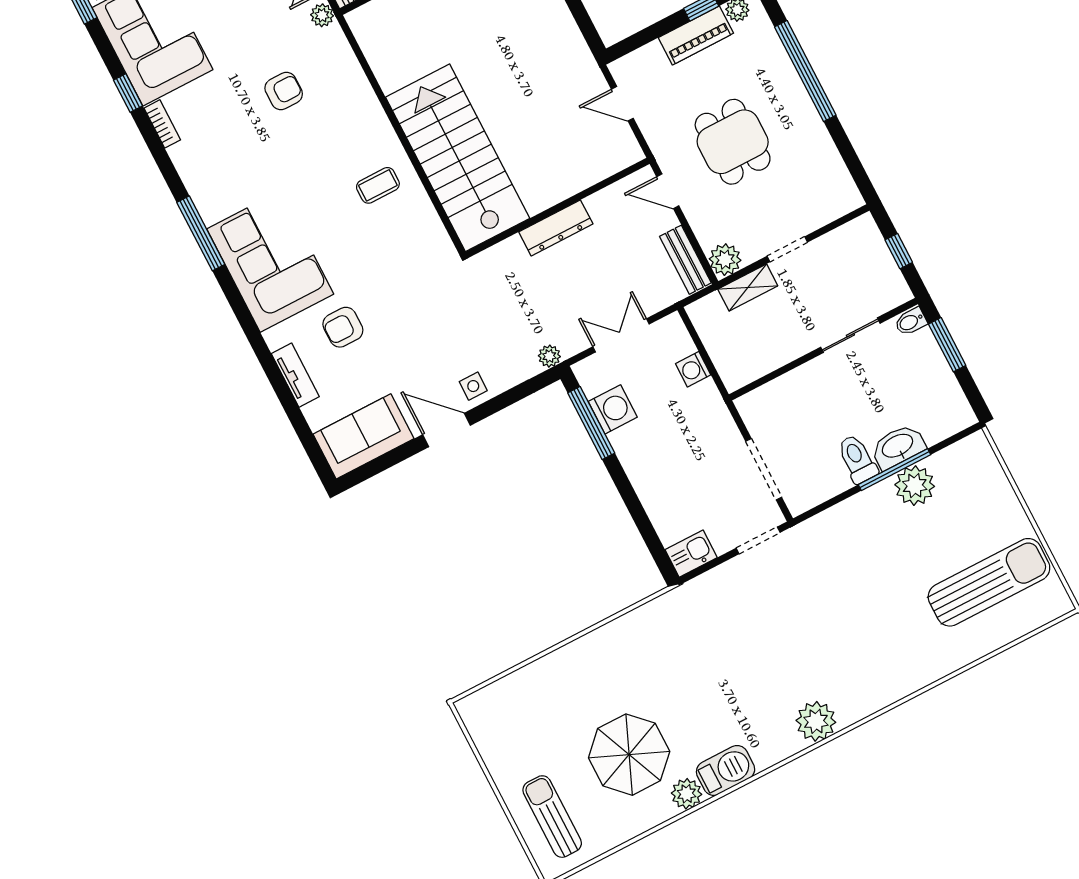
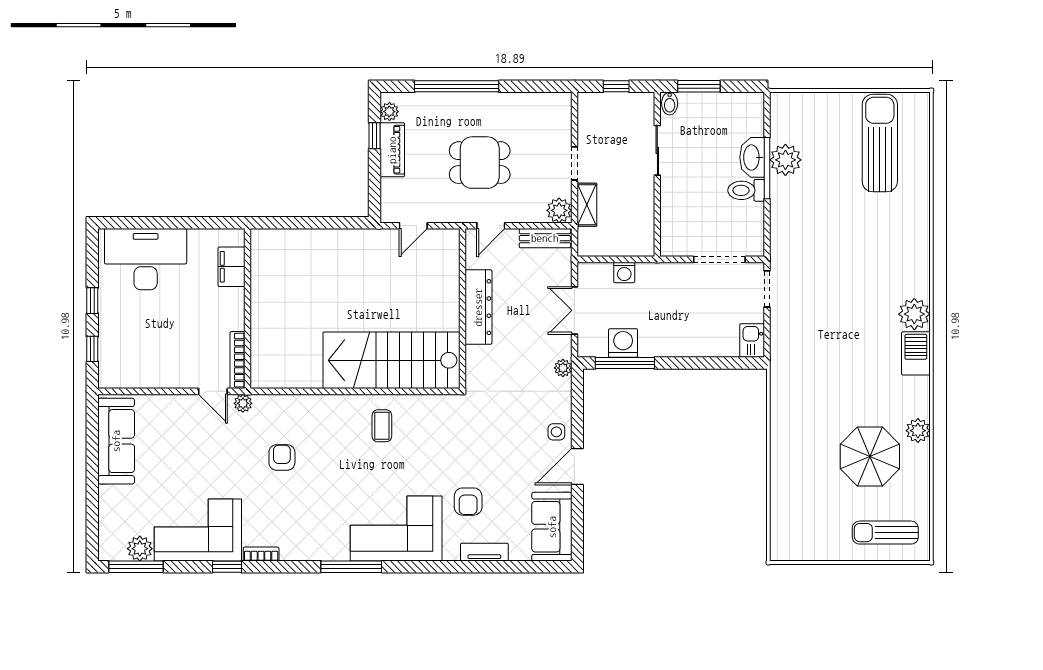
dresser: (556, 228) -> (478, 307), width x1.37, depth x1.24
barbecue: (726, 770) -> (916, 353), moved

